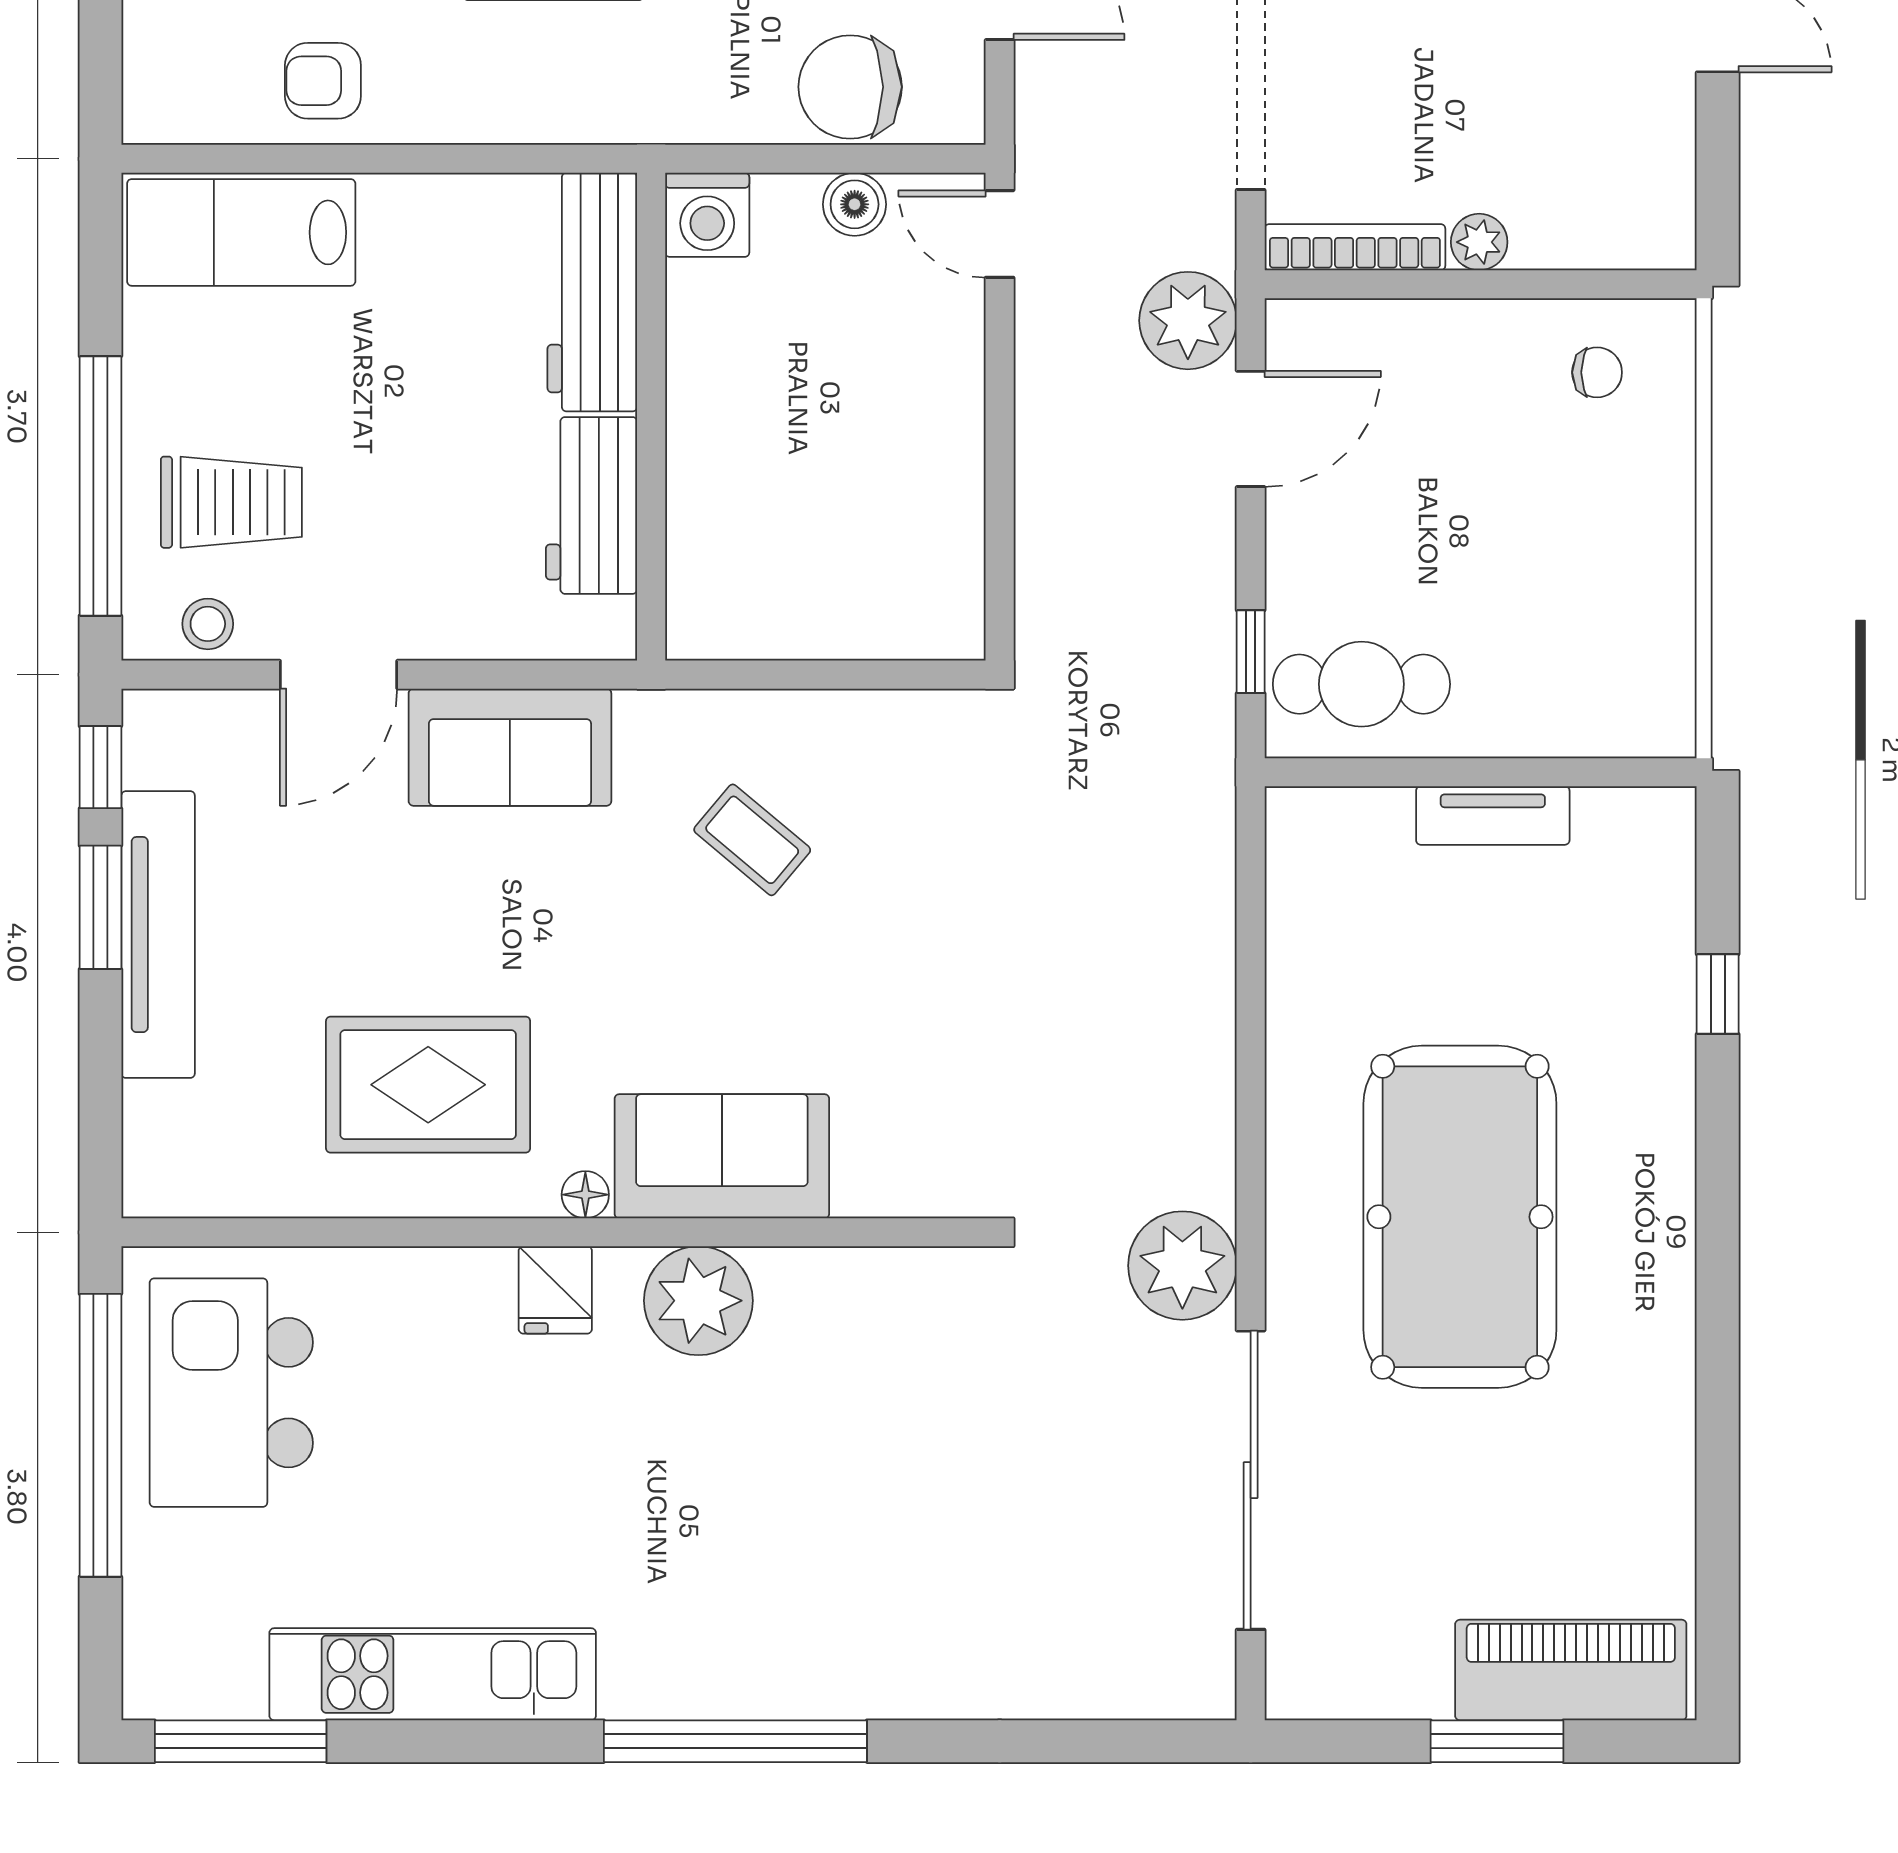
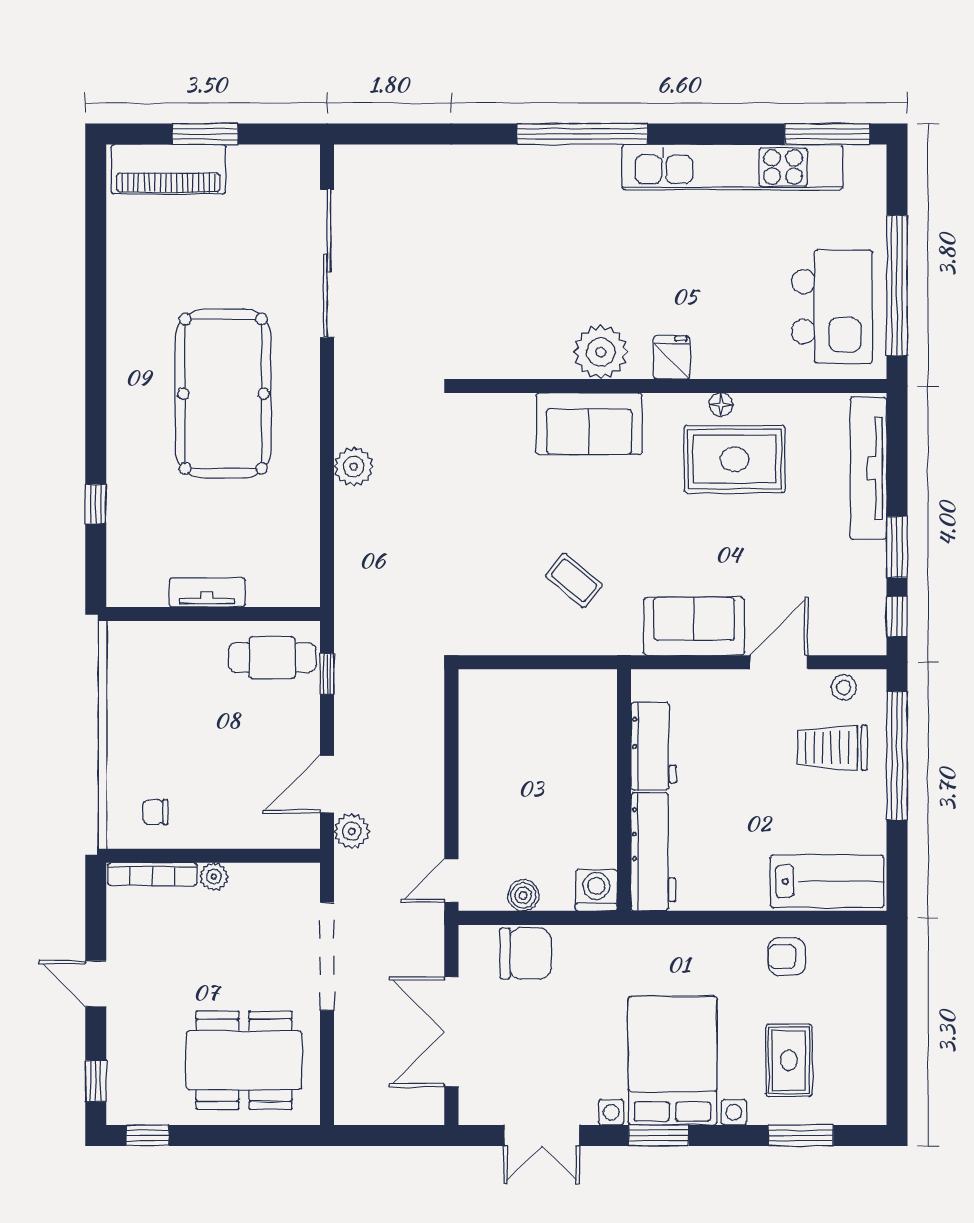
armchair: (323, 81) -> (787, 957), turned 180
door: (1000, 234) -> (451, 881), swing flipped
bookcase: (1355, 247) -> (152, 874), moved
plant: (1188, 321) -> (352, 831), width x0.73, depth x0.73
tv unit: (158, 935) -> (868, 468), moved
floor lamp: (585, 1195) -> (721, 405), moved
plant: (1182, 1266) -> (354, 467), moved, width x0.73, depth x0.73
kitchen unit: (433, 1674) -> (732, 167), width x1.36

